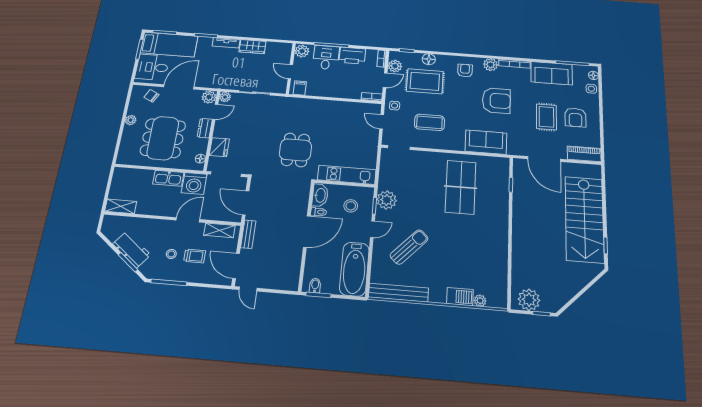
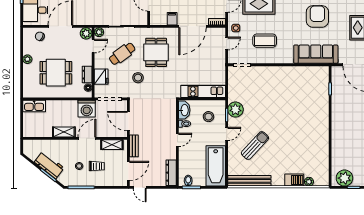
filing cabinet: (300, 88) -> (172, 19), moved
door: (341, 99) -> (192, 26), added
armchair: (496, 101) -> (317, 16), turned -90
door: (382, 122) -> (227, 43), swing flipped
cafe table: (250, 123) -> (122, 54), added
dresser: (205, 128) -> (87, 75), moved
dining table: (163, 138) -> (56, 73), width x0.73
sofa: (486, 142) -> (316, 54), width x1.36
dining table: (295, 150) -> (156, 52), moved
stool: (266, 152) -> (138, 78), added
kitchen sink: (168, 178) -> (34, 106), moved
table tennis table: (461, 187) -> (291, 94), removed
shelving: (121, 206) -> (64, 132), moved
door: (307, 231) -> (177, 140), width x0.53
door: (236, 266) -> (128, 171), swing flipped
dresser: (293, 273) -> (171, 173), added

